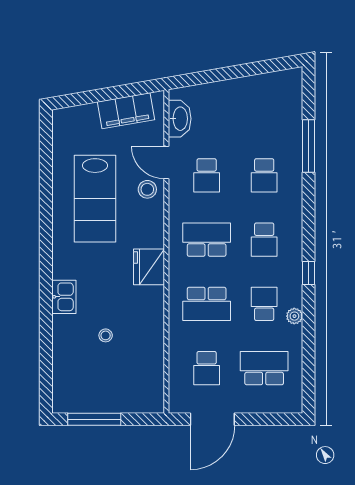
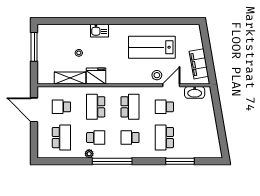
school desk: (264, 175) -> (164, 138), width x1.85
fridge: (149, 267) -> (96, 76), moved
window: (308, 273) -> (112, 161), width x3.17
shelving: (153, 352) -> (70, 78), added

